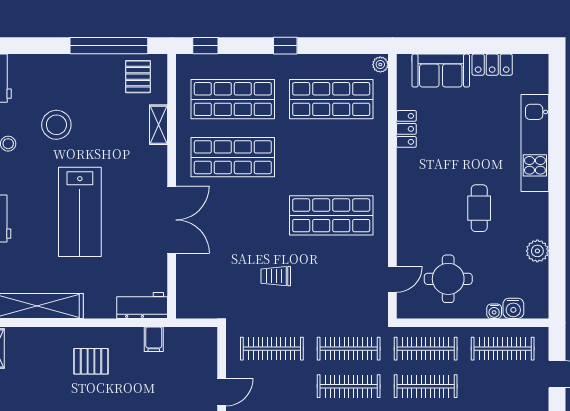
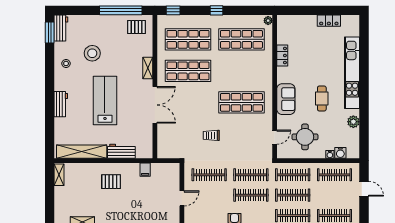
sofa: (441, 71) -> (286, 99), moved, turned -90
pallet: (138, 77) -> (137, 27), turned 90
shelving: (158, 125) -> (148, 68), moved
kitchen unit: (535, 143) -> (352, 73), width x1.36
lab bench: (80, 212) -> (105, 100), turned 180
workbench: (142, 305) -> (121, 151), moved

